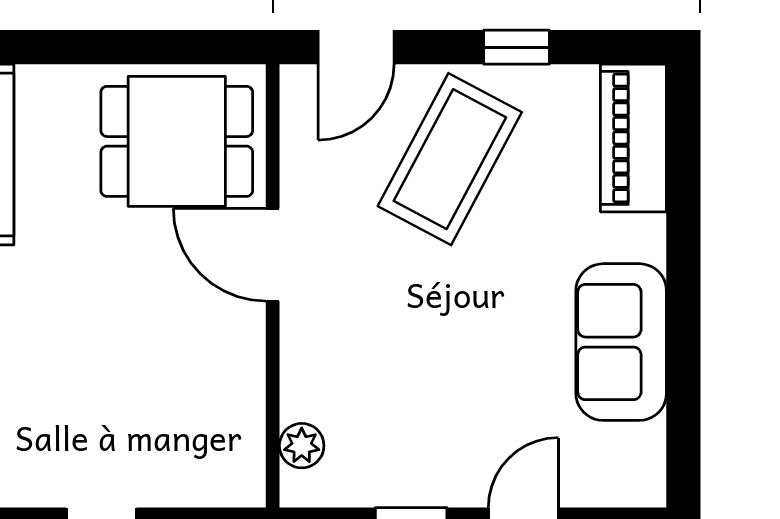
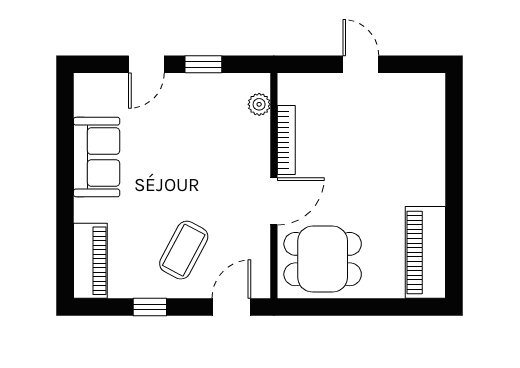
coffee table: (450, 159) -> (184, 250), width x0.73, depth x0.76
door: (273, 255) -> (274, 201), hinge flipped
bookcase: (248, 376) -> (286, 140), added

